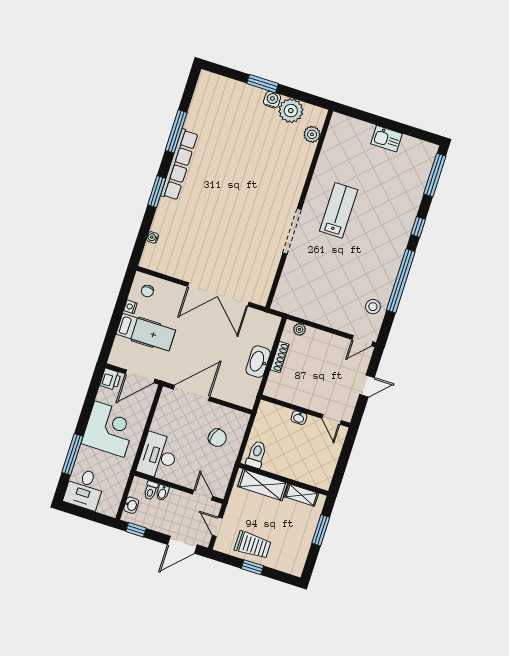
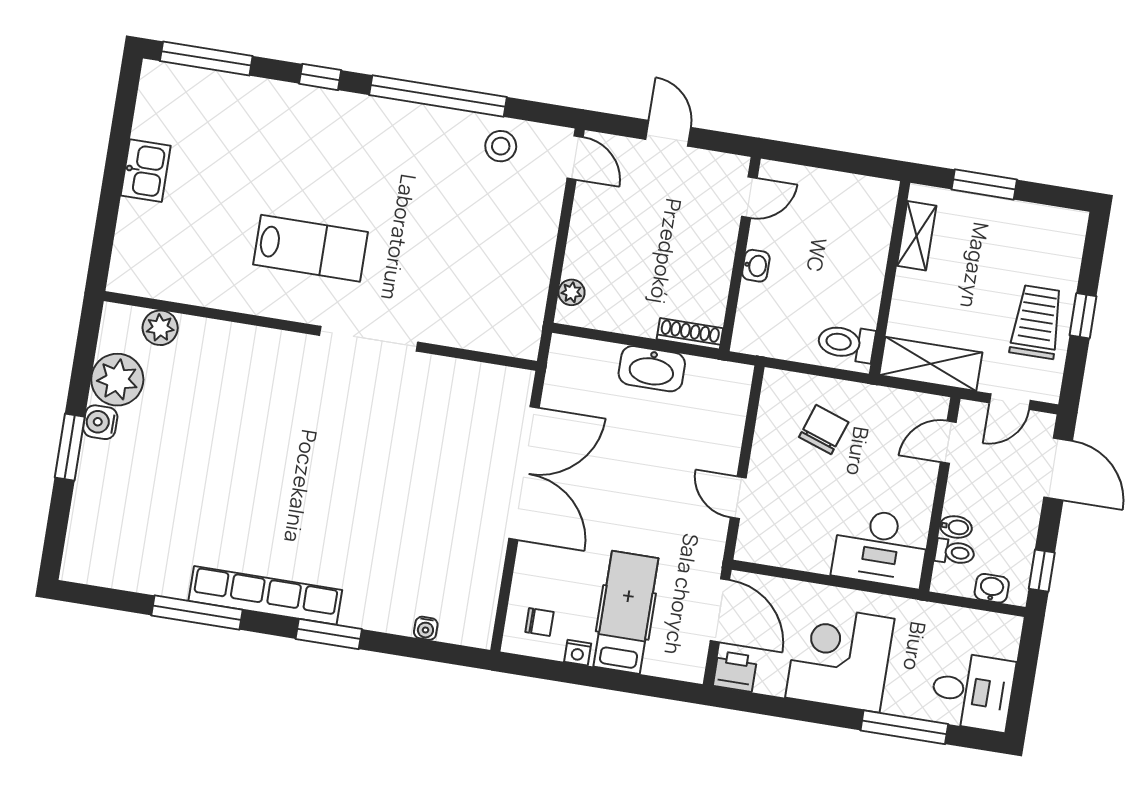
lab bench: (339, 210) -> (310, 248), turned 180
shoe rack: (280, 357) -> (690, 334), moved
door: (192, 393) -> (738, 498), width x0.53
shelving: (263, 485) -> (931, 364), moved, turned 90

